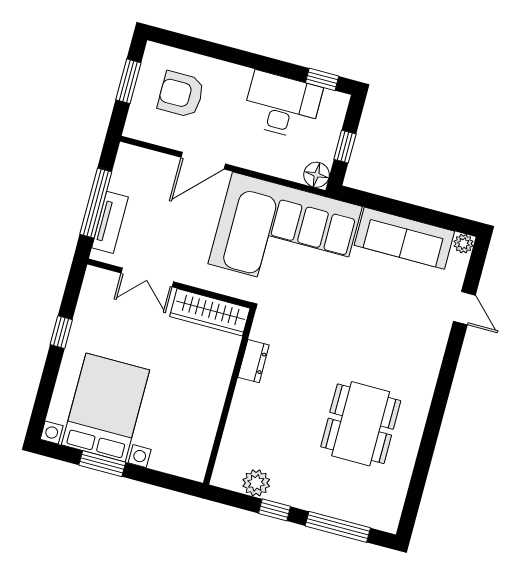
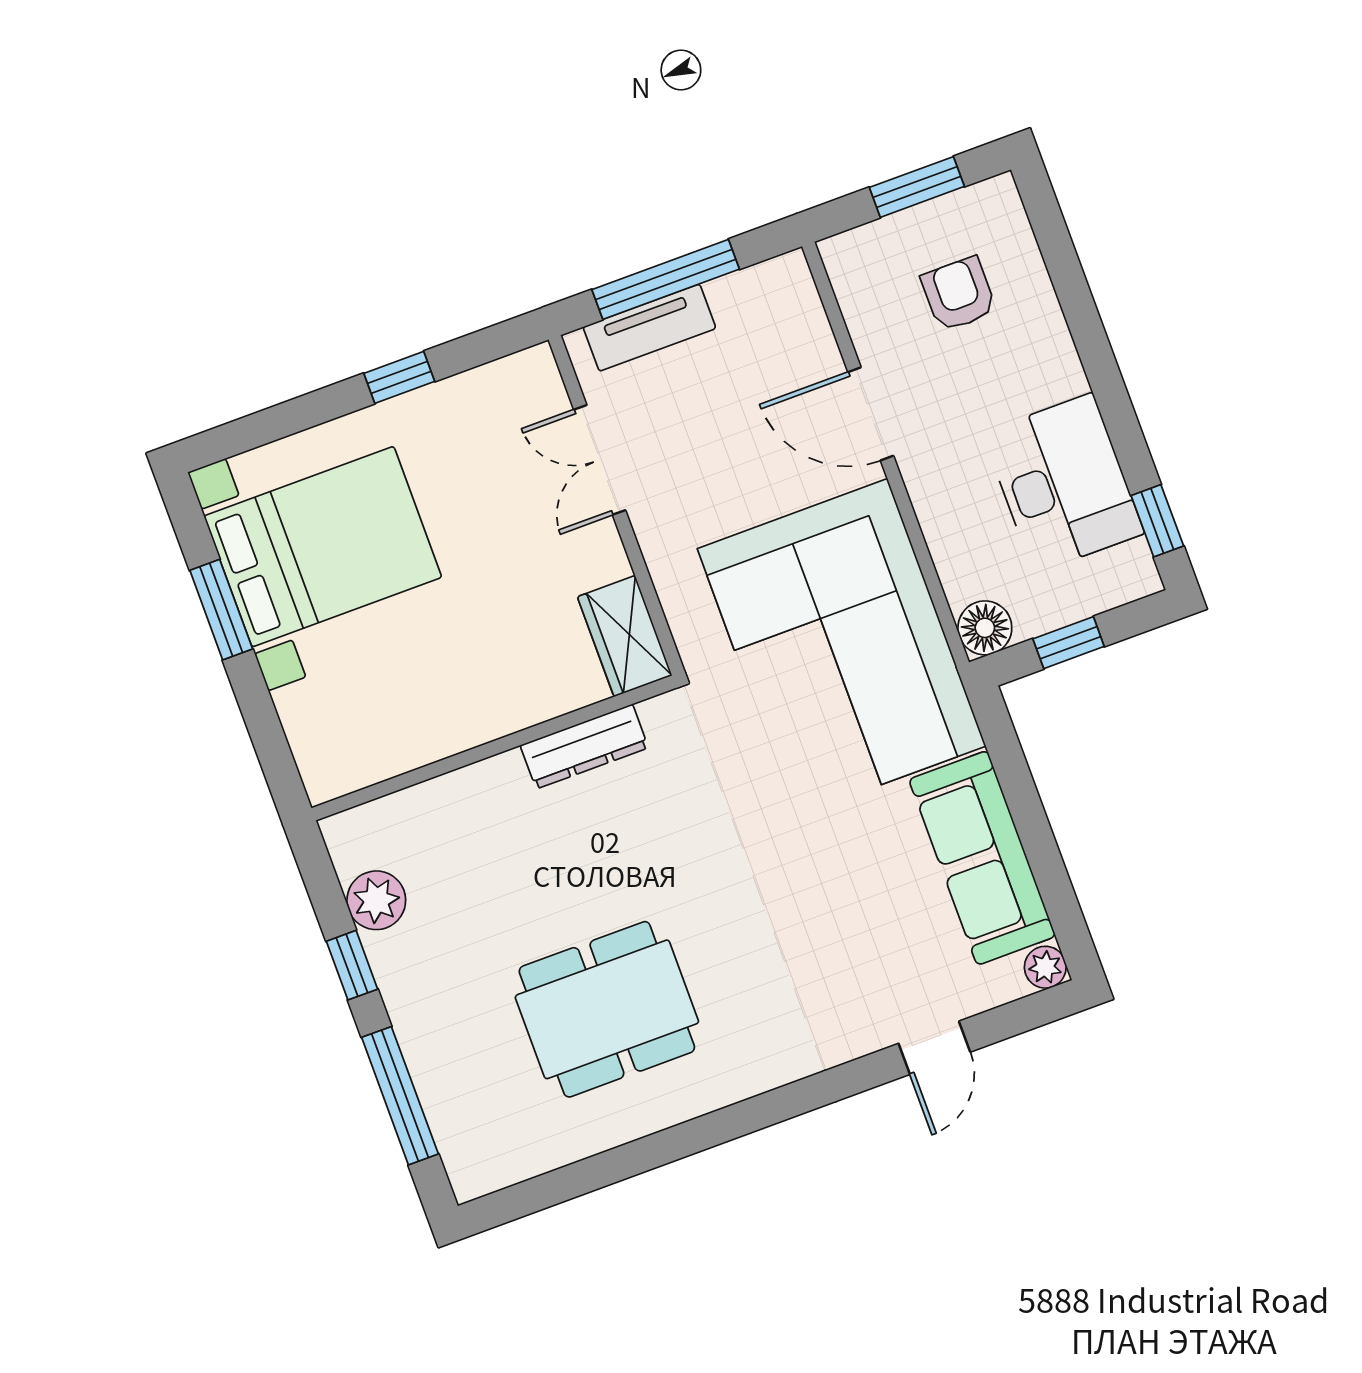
armchair: (181, 94) -> (959, 294), width x0.72, depth x0.72
wardrobe: (210, 312) -> (625, 636), width x0.67
dresser: (253, 361) -> (584, 747), width x1.44

